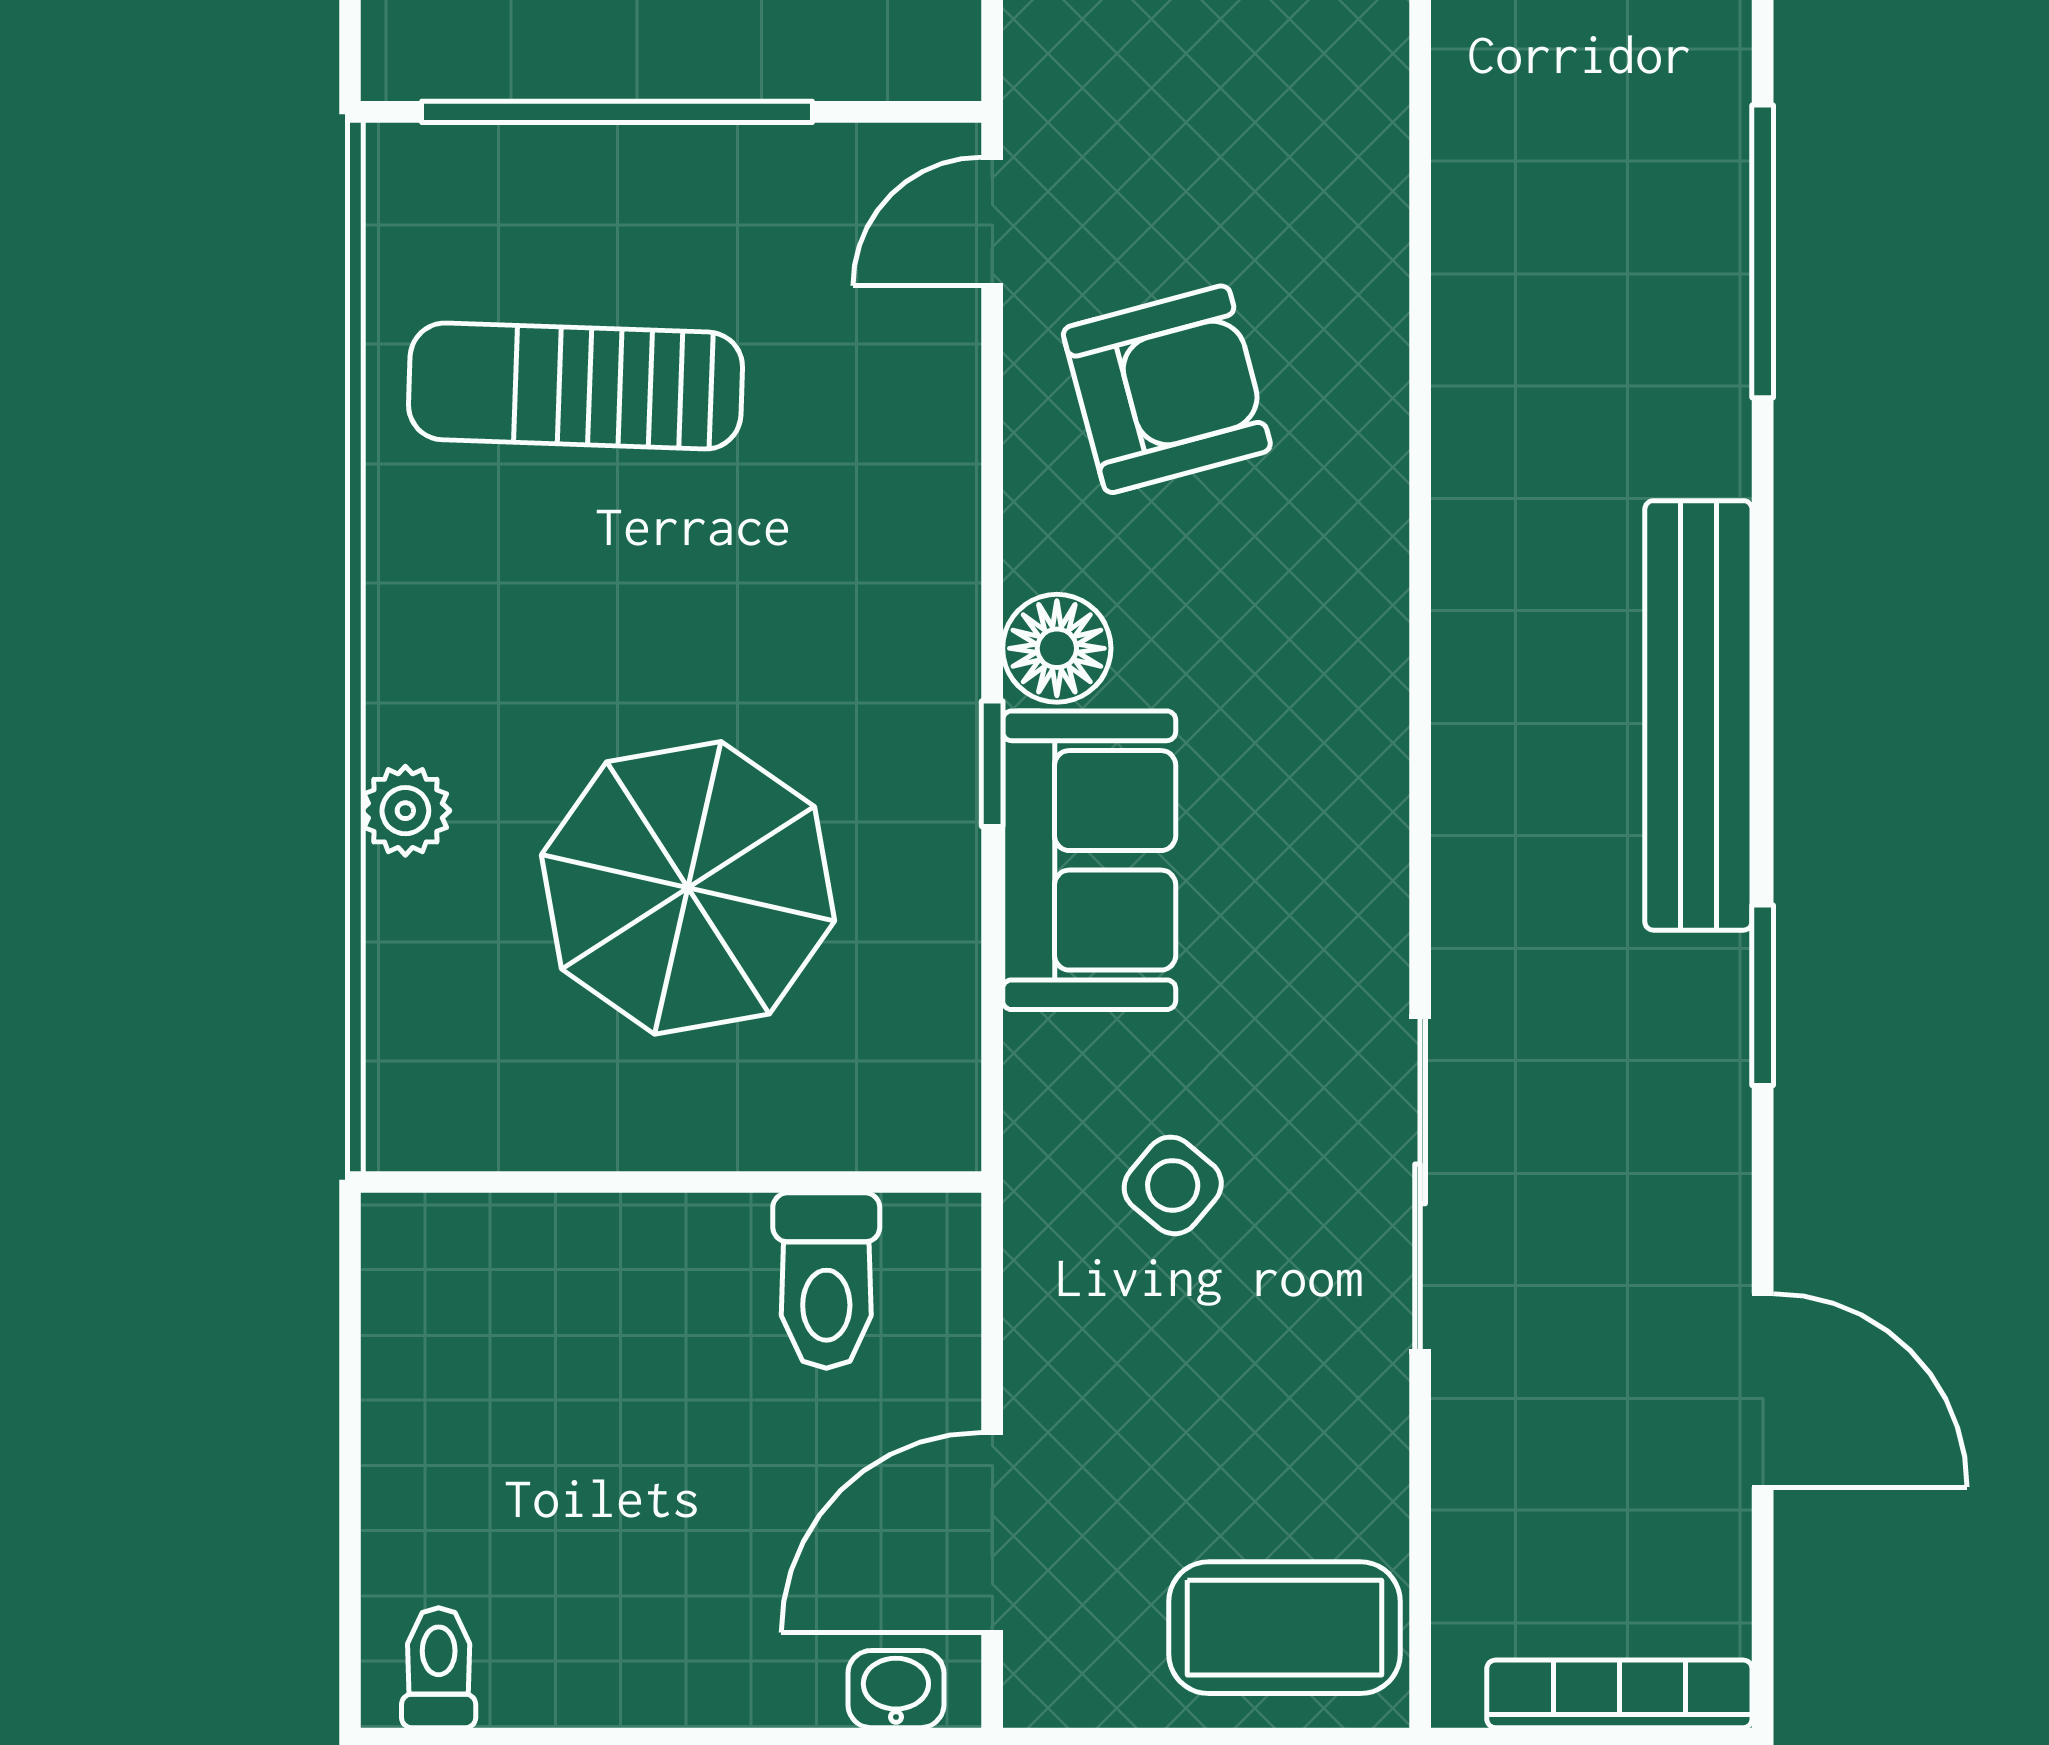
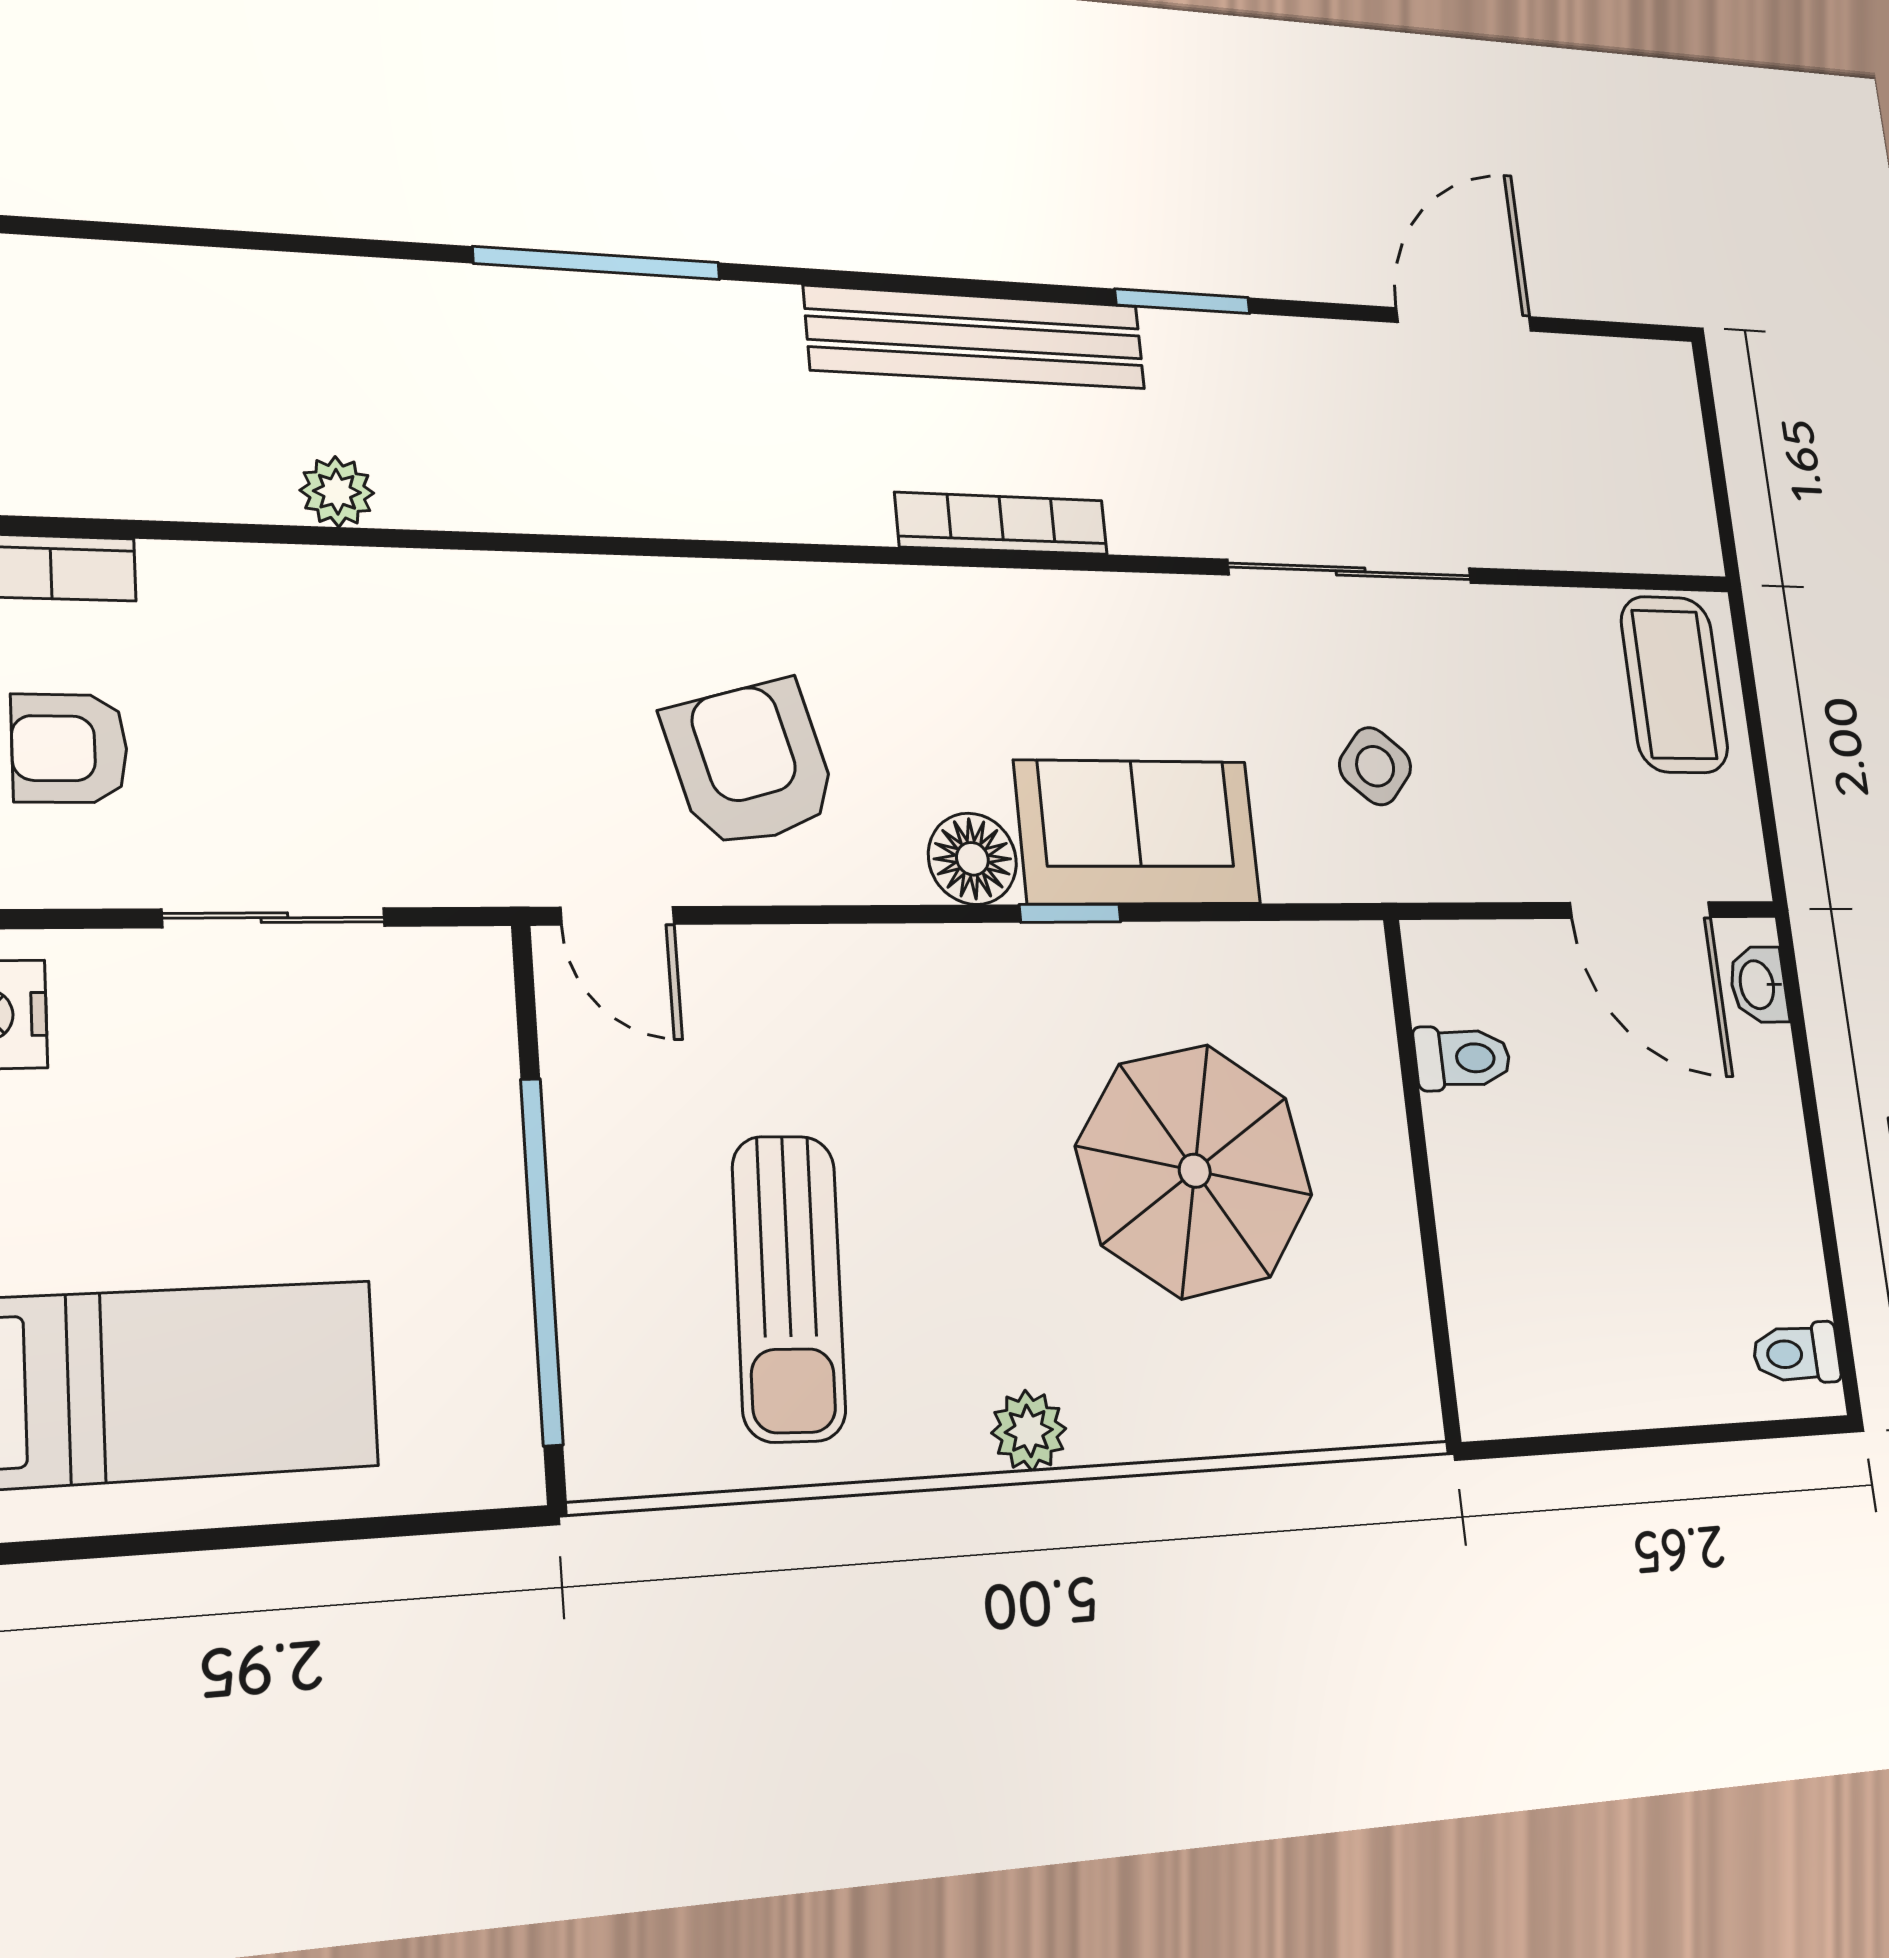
plant: (405, 811) -> (1029, 1431), moved
toilet: (826, 1281) -> (1462, 1058), width x0.73, depth x0.72
bookcase: (1619, 1694) -> (1002, 524), moved, turned 90

